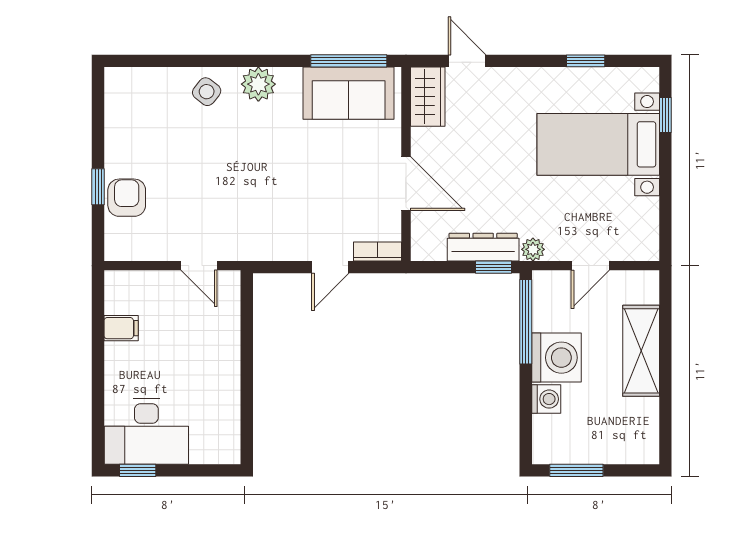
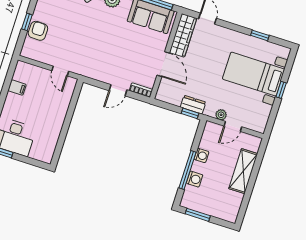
wardrobe: (428, 97) -> (183, 35), width x1.50
window: (665, 115) -> (281, 90), moved
dresser: (483, 247) -> (193, 105), width x0.70
plant: (533, 249) -> (221, 115), moved
window: (526, 322) -> (188, 170), moved
washing machine: (556, 358) -> (201, 155), width x0.53, depth x0.53

